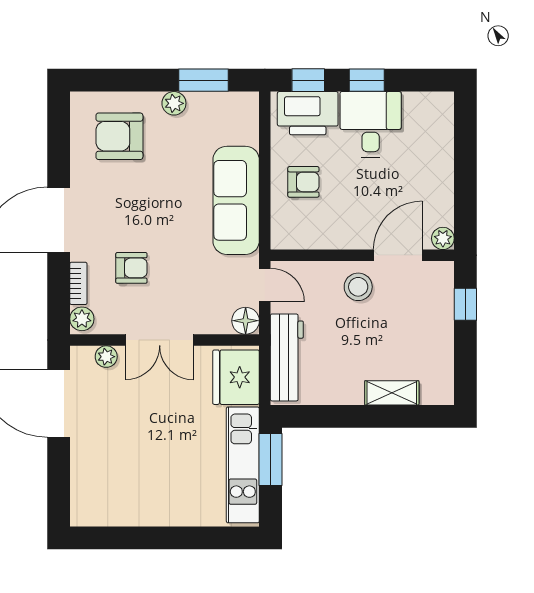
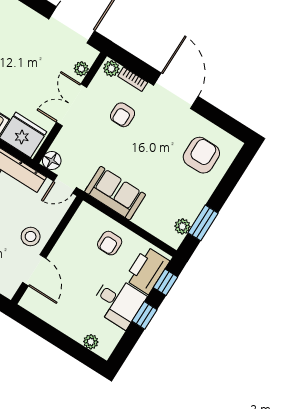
plant: (174, 103) -> (182, 226), moved
sofa: (236, 200) -> (115, 193), width x0.73
plant: (443, 238) -> (91, 342), moved

